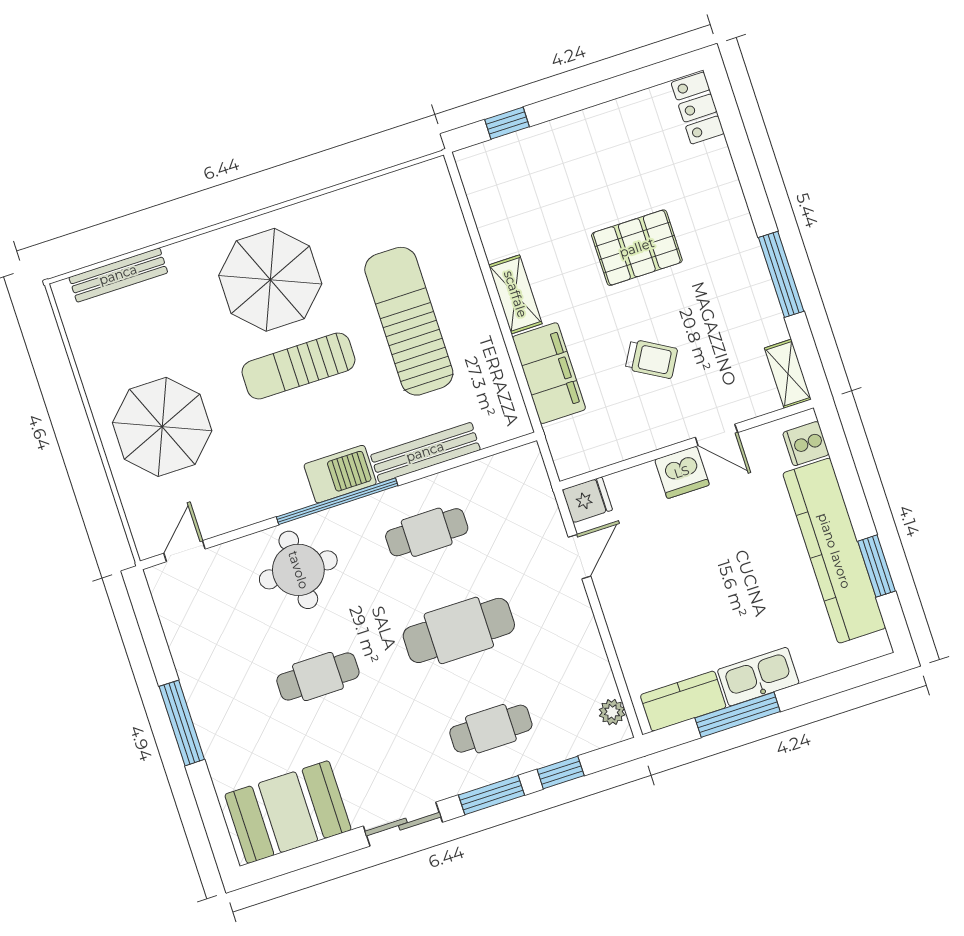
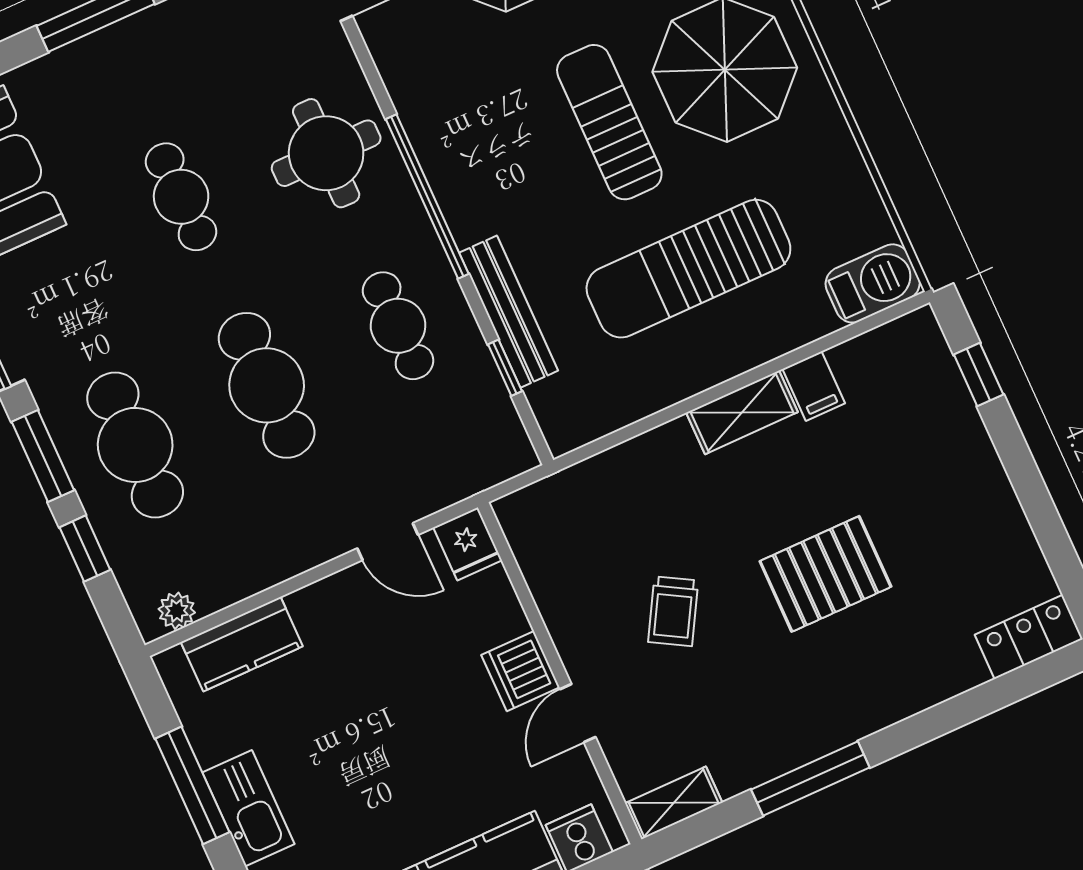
pallet: (637, 248) -> (825, 574), turned 90
sun lounger: (409, 321) -> (688, 269), turned 180
filing cabinet: (549, 373) -> (814, 386), moved, width x0.33, depth x0.86
window: (465, 460) -> (505, 368), added
barbecue: (340, 474) -> (873, 283), moved, turned -90
kitchen counter: (683, 701) -> (242, 644), moved, turned 90
cafe table: (491, 729) -> (135, 445), width x1.37, depth x1.35

